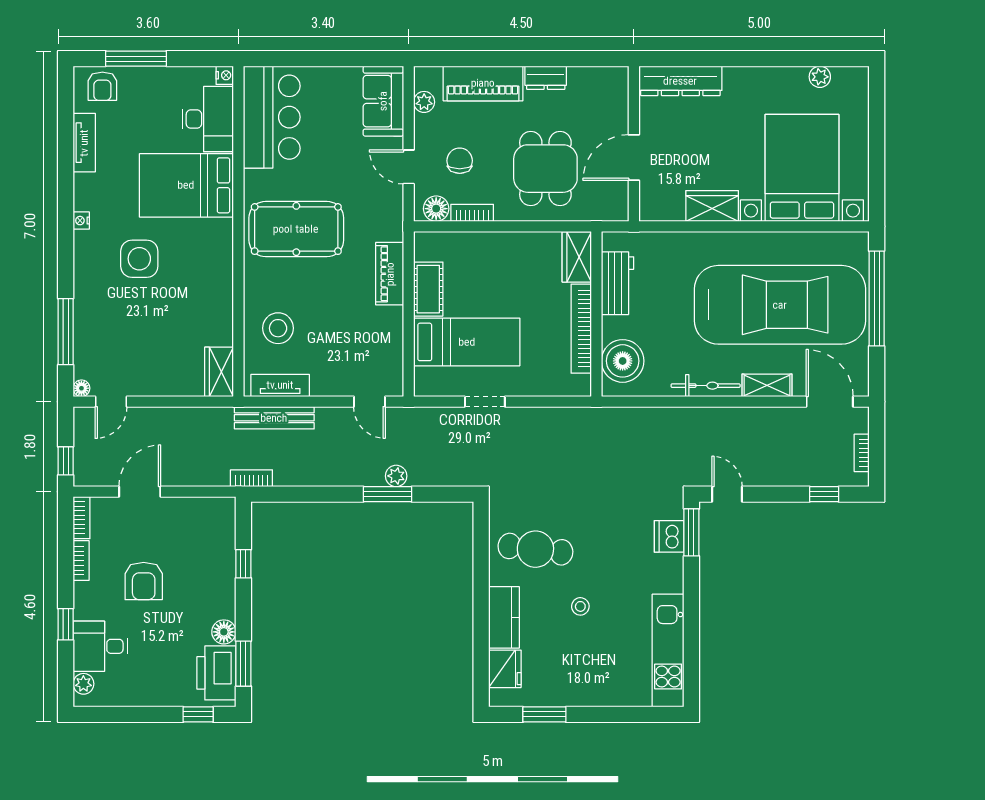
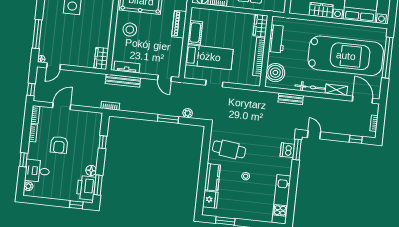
stool: (278, 328) -> (130, 30), moved
bench: (664, 417) -> (291, 99), added
plant: (396, 476) -> (188, 113), moved

